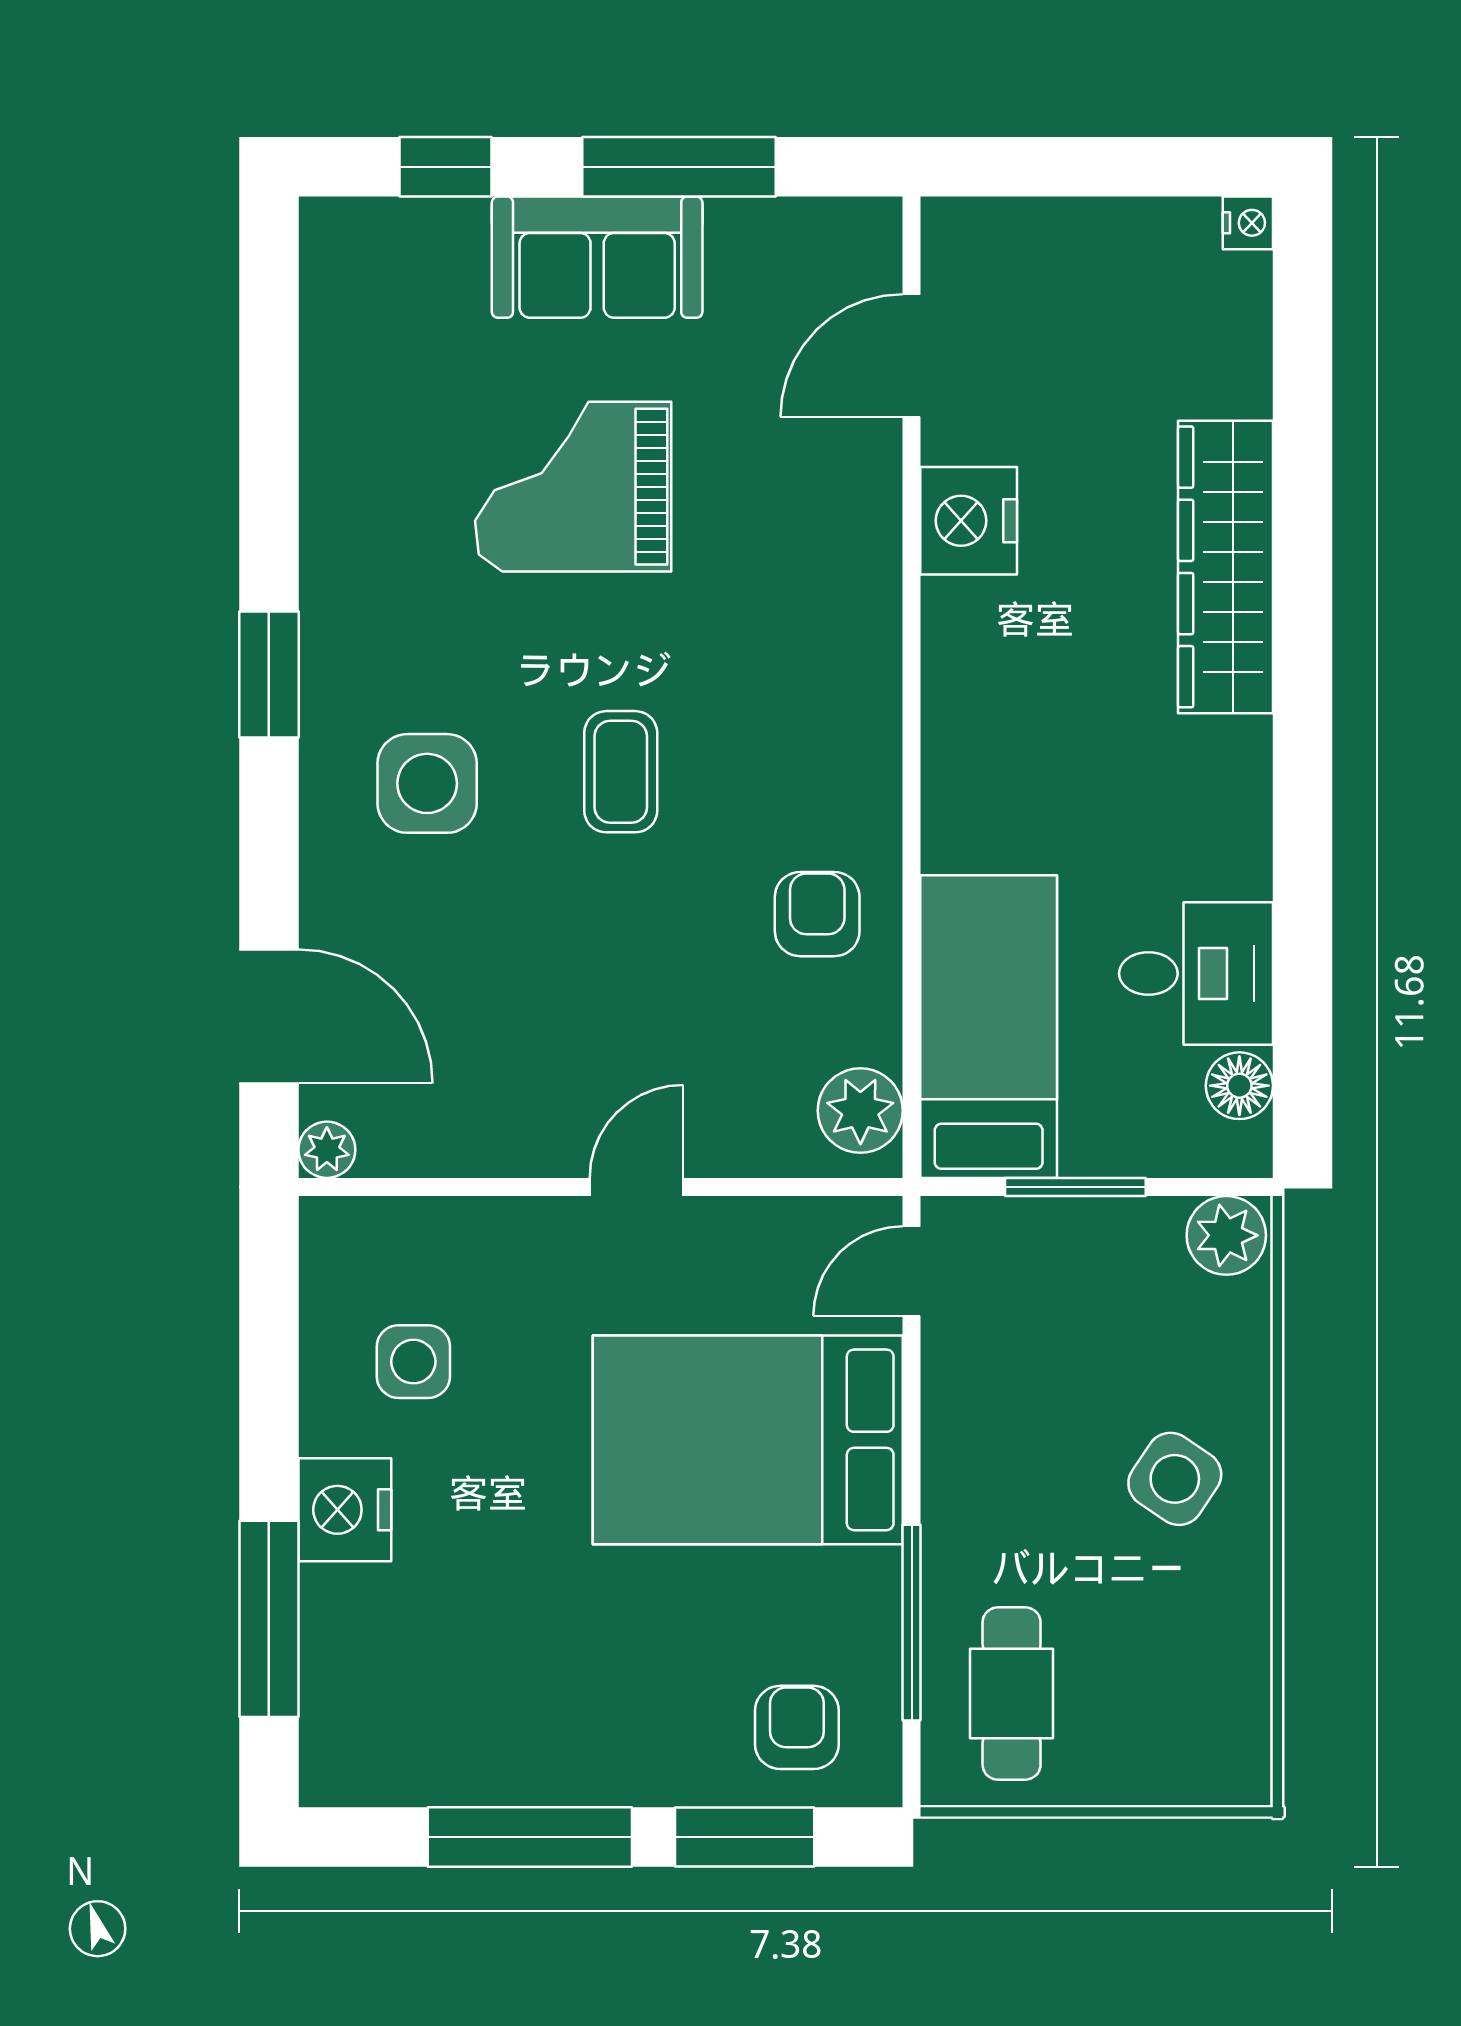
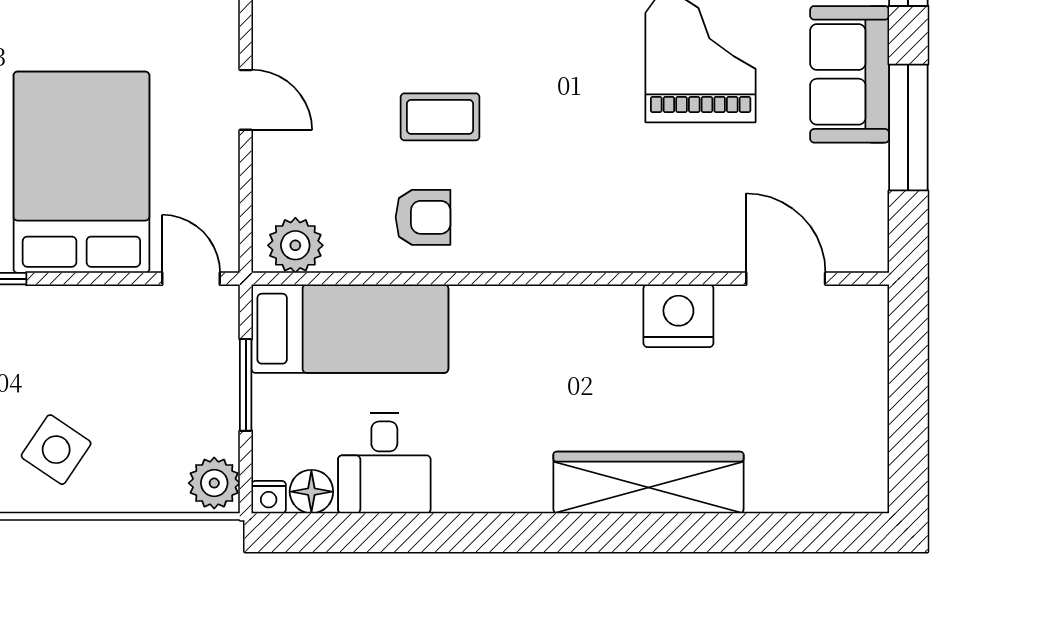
nightstand: (1248, 223) -> (269, 497), moved
coffee table: (621, 772) -> (440, 117), moved

